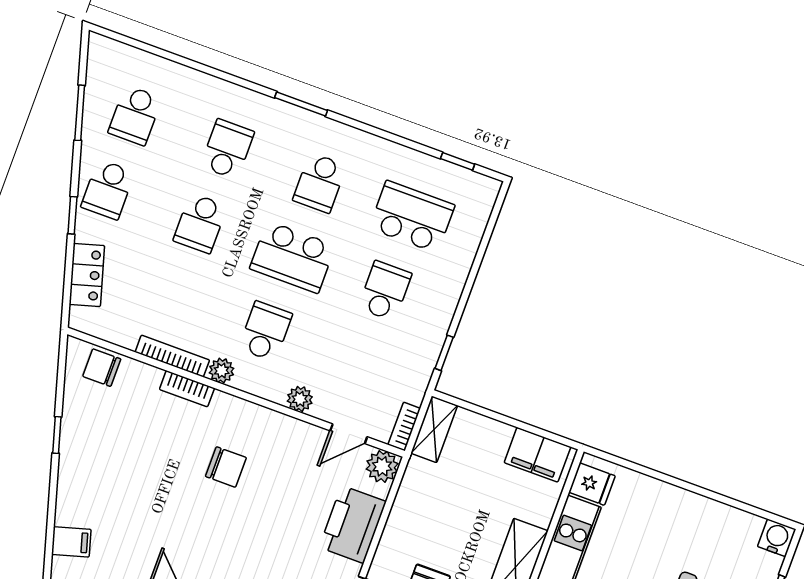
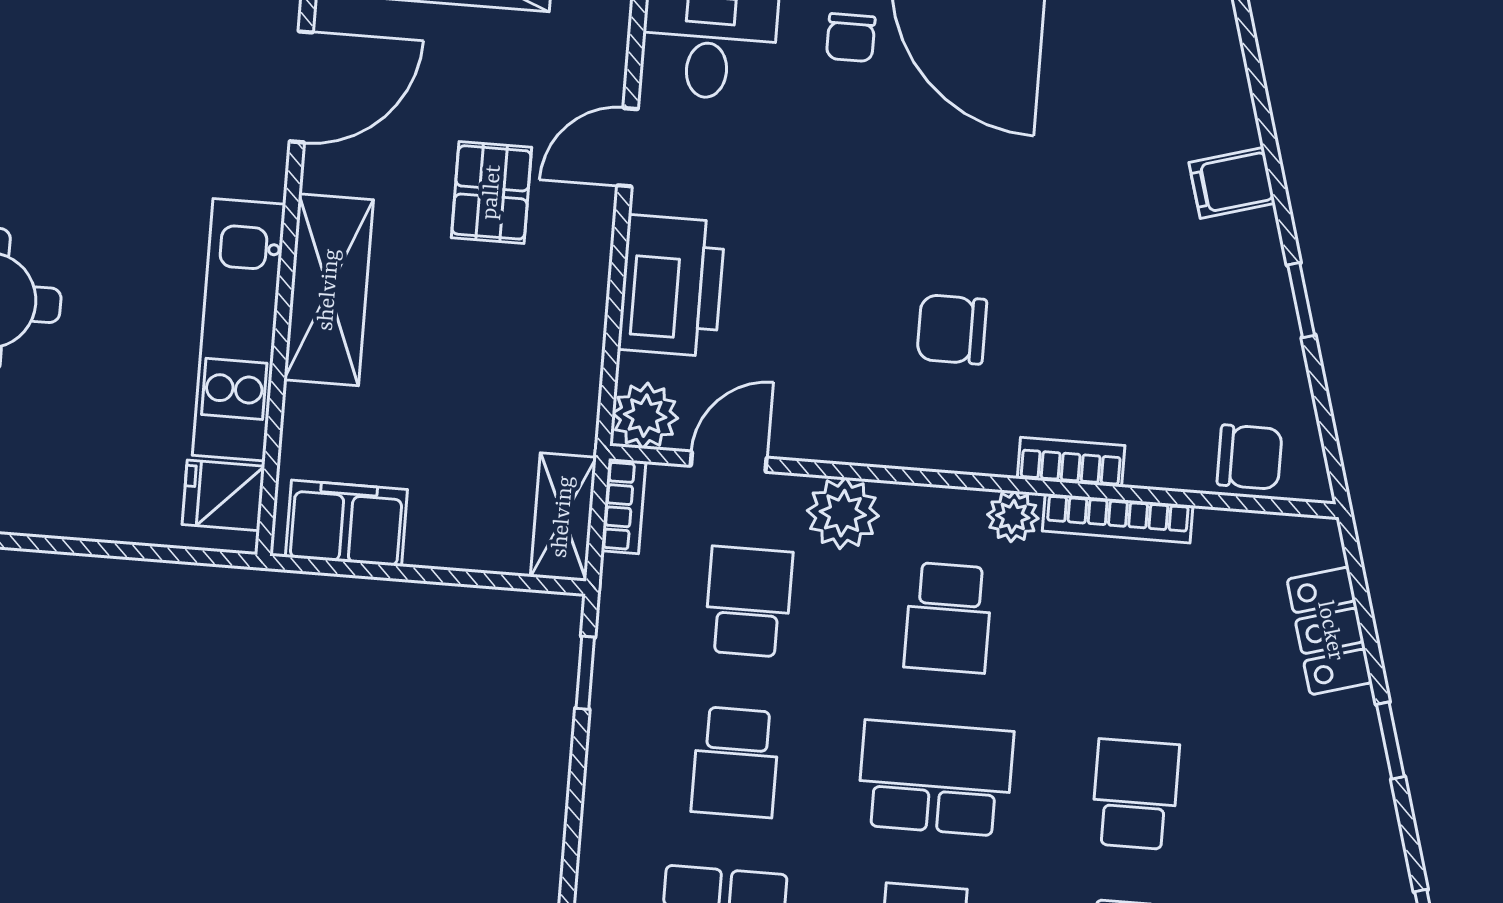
school desk: (108, 189) -> (748, 602), moved
plant: (300, 399) -> (843, 513), width x1.38, depth x1.38
filing cabinet: (71, 542) -> (1232, 183), moved

